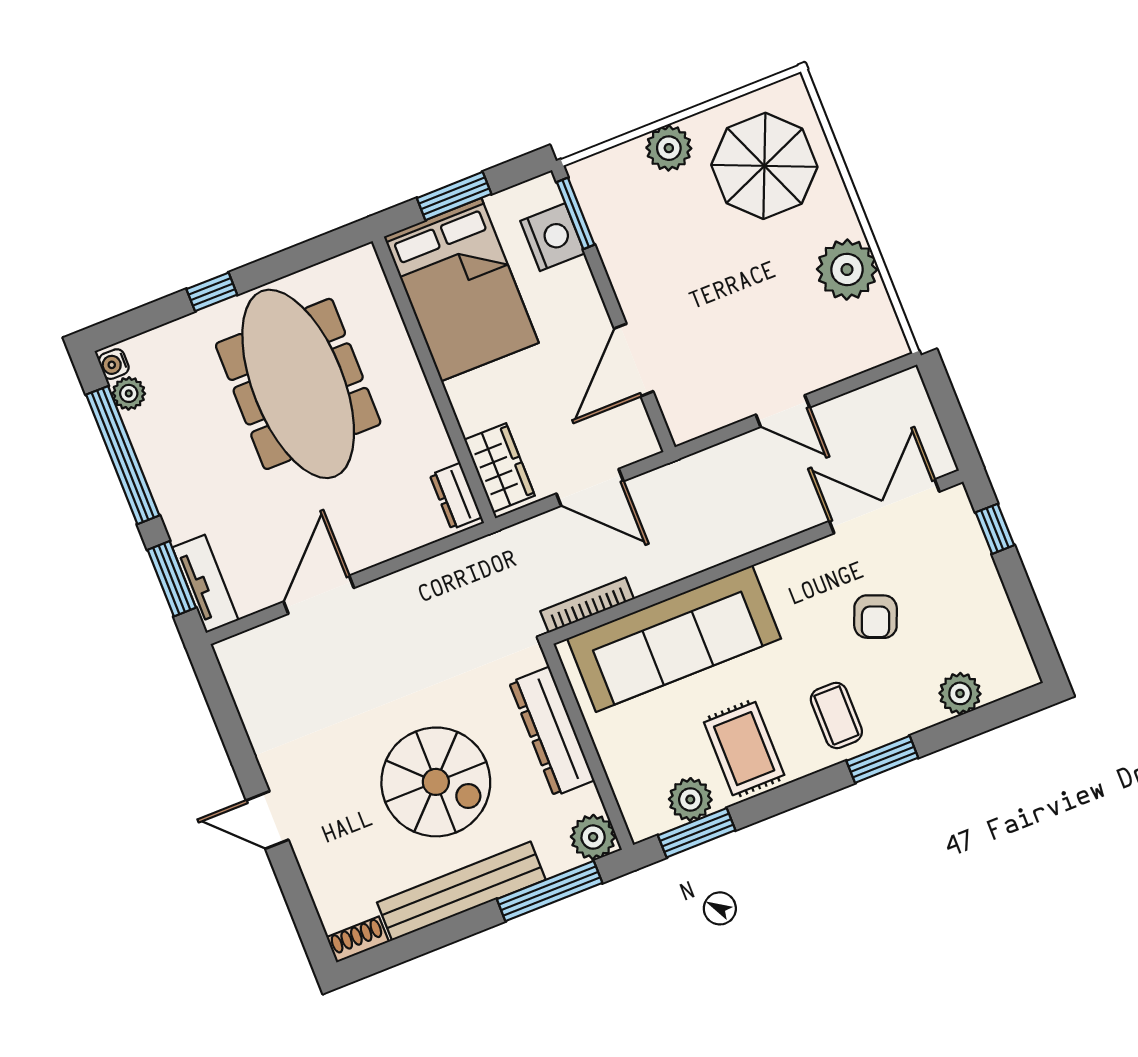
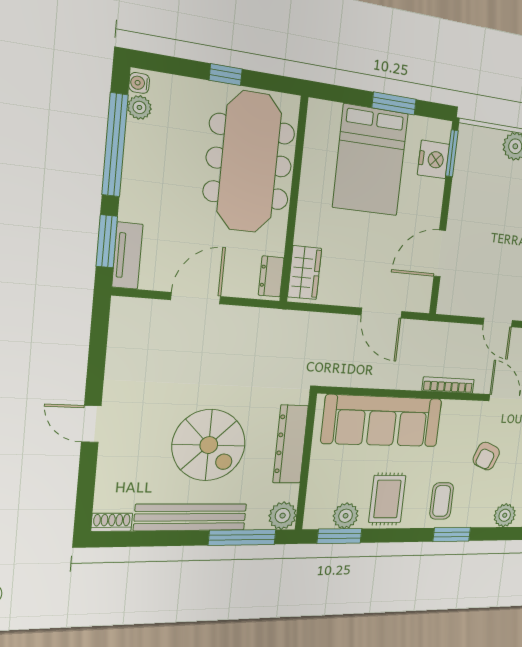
wall: (434, 380) -> (294, 200), moved
wardrobe: (499, 468) -> (305, 273), moved
dresser: (456, 496) -> (271, 276), moved
bookcase: (587, 605) -> (448, 385), moved

